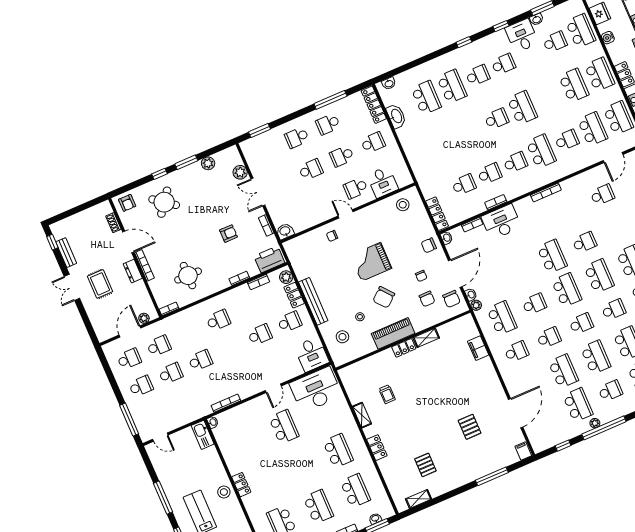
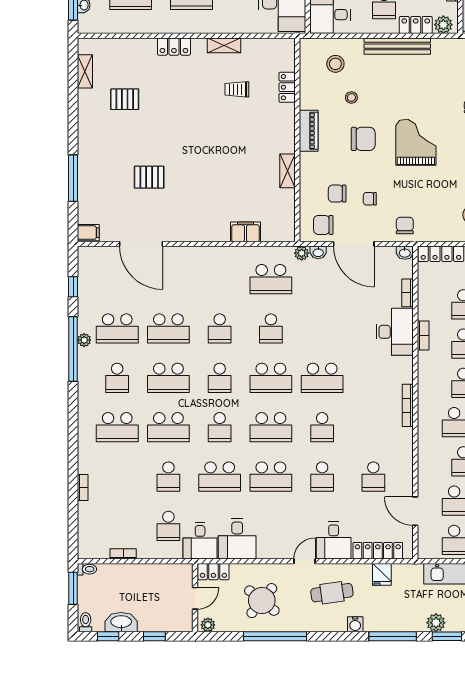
chair: (384, 297) -> (363, 139), turned 130
piano: (393, 333) -> (309, 131), width x0.73, depth x0.75
locker: (404, 348) -> (287, 87), moved
school desk: (516, 352) -> (322, 477), moved

